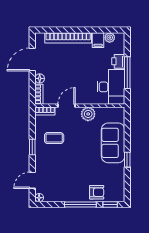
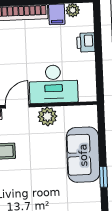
window: (127, 73) -> (99, 58), removed
desk: (111, 87) -> (53, 84), moved, turned 90

